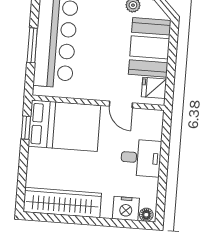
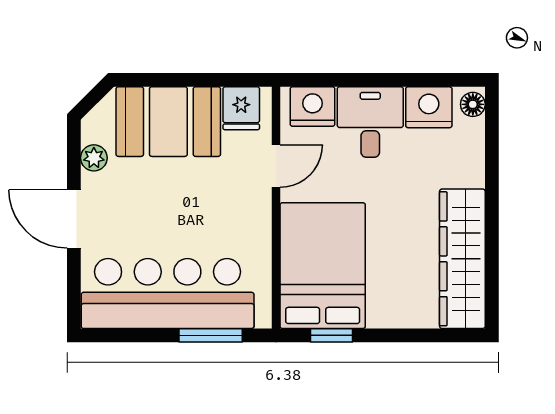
window: (32, 45) -> (211, 335), moved
nightstand: (152, 127) -> (312, 107), added
nightstand: (126, 208) -> (429, 107), moved, turned -90

